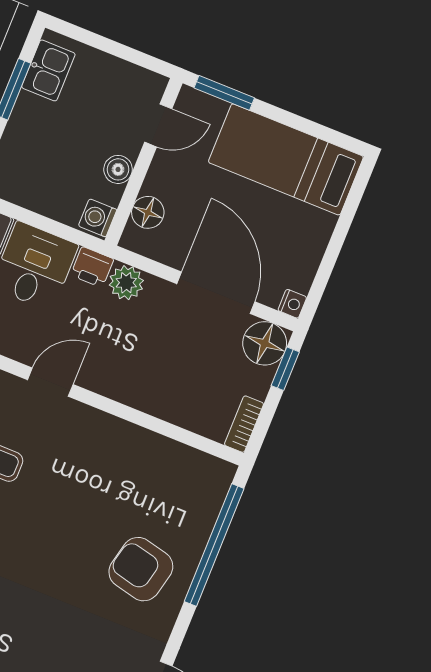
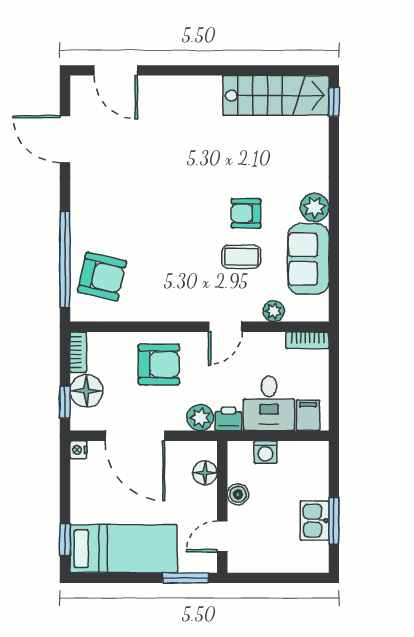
kitchen sink: (48, 70) -> (315, 521), moved
window: (354, 200) -> (65, 540), added
washing machine: (98, 218) -> (266, 452), moved, turned 90
floor lamp: (265, 343) -> (86, 391), moved
armchair: (151, 369) -> (159, 364), added
armchair: (141, 569) -> (102, 276), moved

